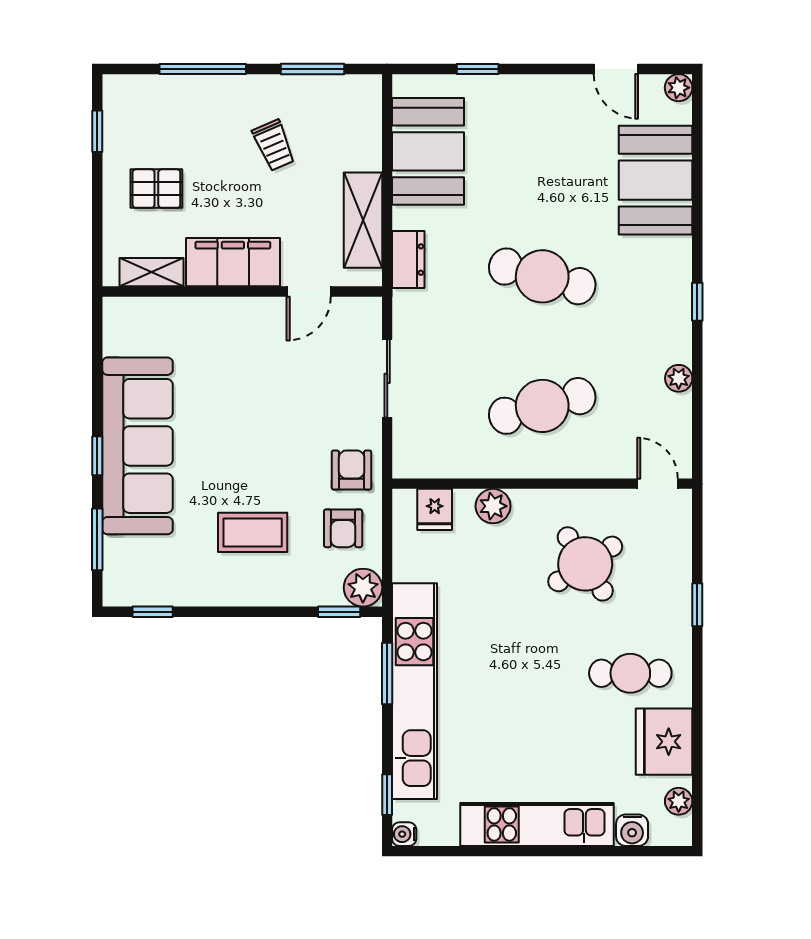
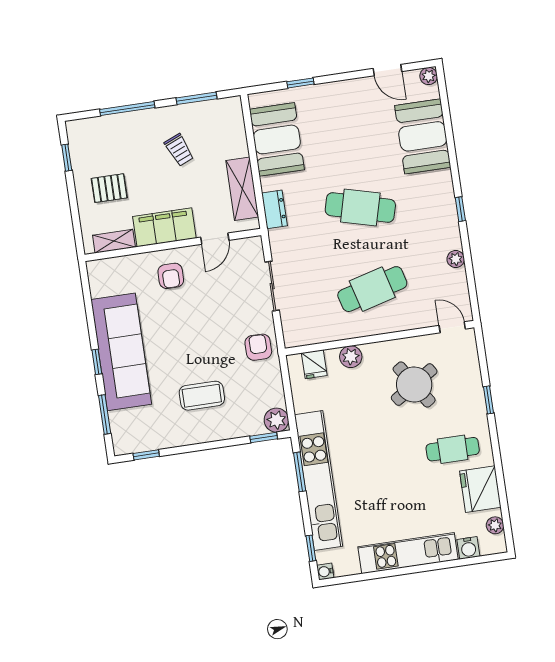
armchair: (343, 528) -> (171, 276), moved

